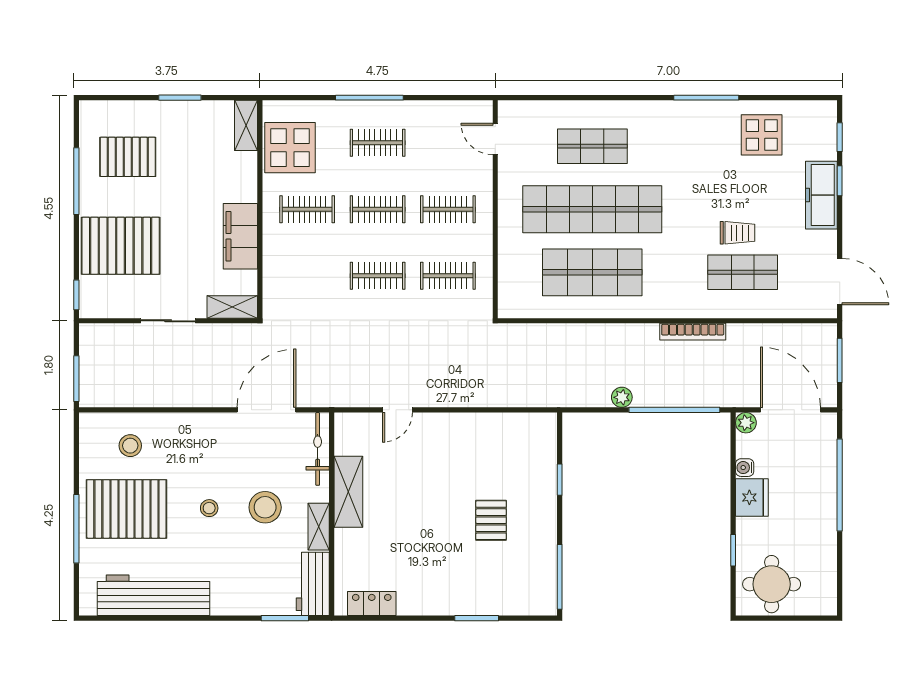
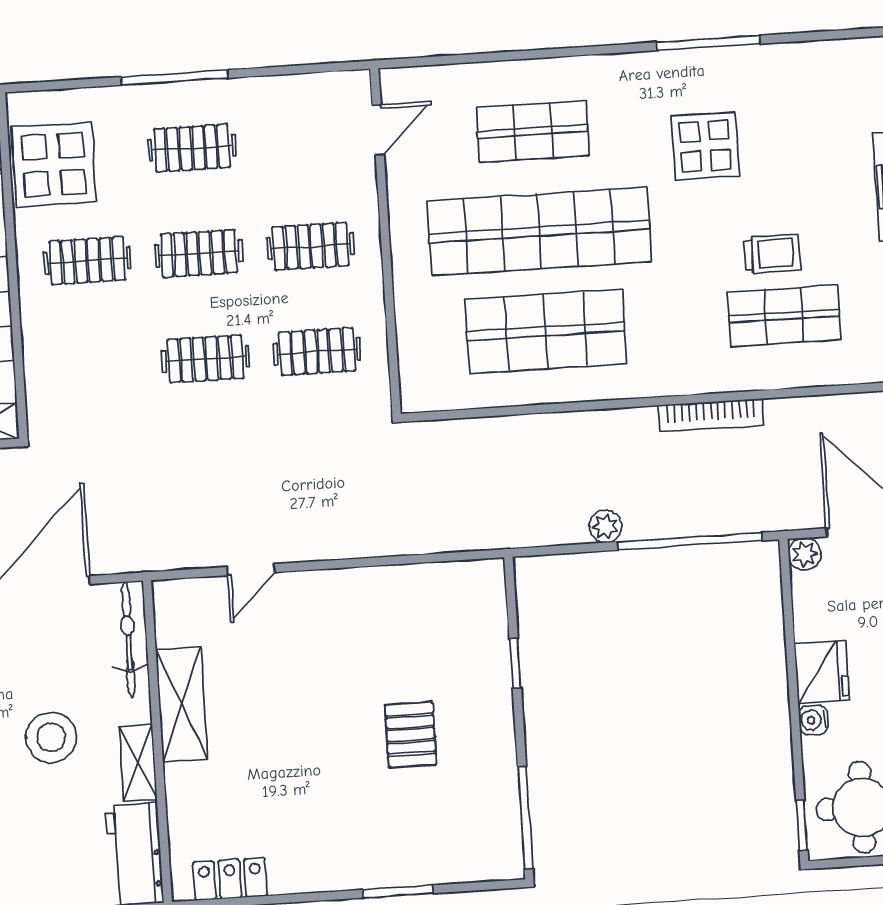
display table: (762, 135) -> (705, 146), moved
door: (495, 139) -> (378, 130), swing flipped
water cooler: (745, 468) -> (813, 720), moved
window: (733, 550) -> (802, 825), moved

